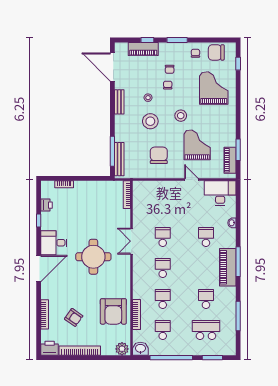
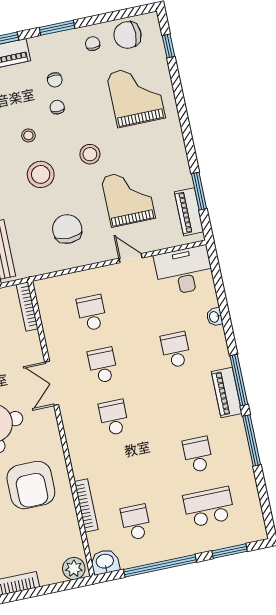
piano: (228, 267) -> (227, 393), width x0.73, depth x0.75
school desk: (163, 299) -> (92, 313), moved
armchair: (113, 311) -> (31, 485), moved
window: (238, 316) -> (252, 440), moved

